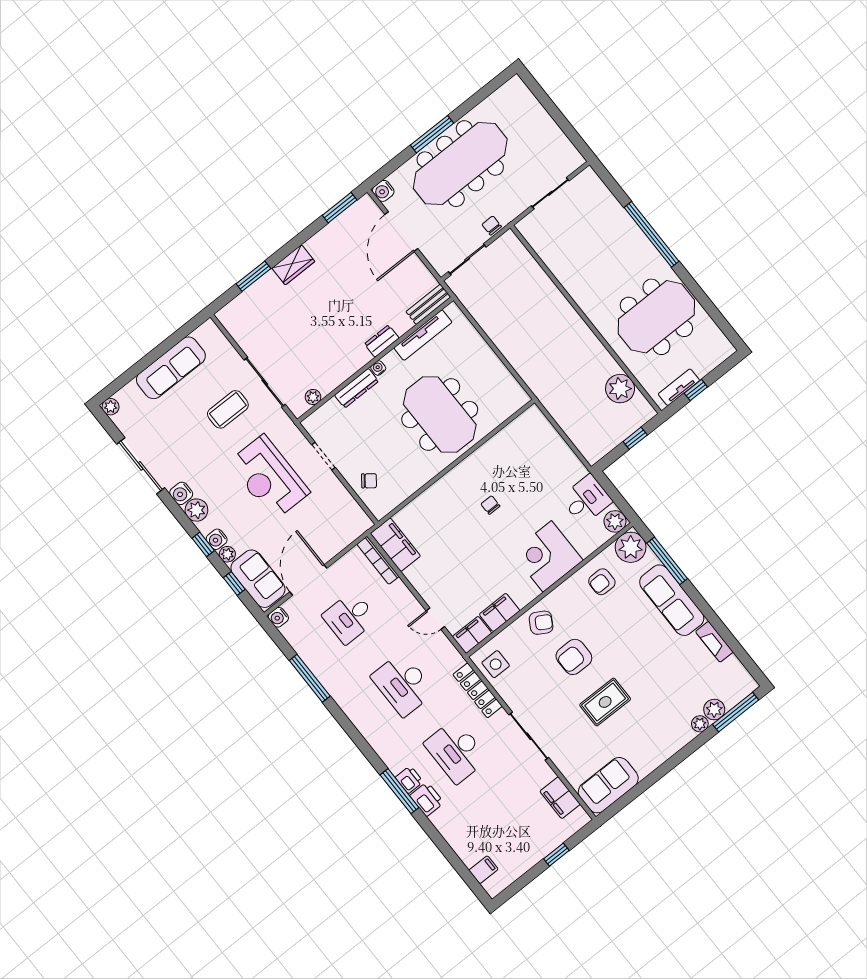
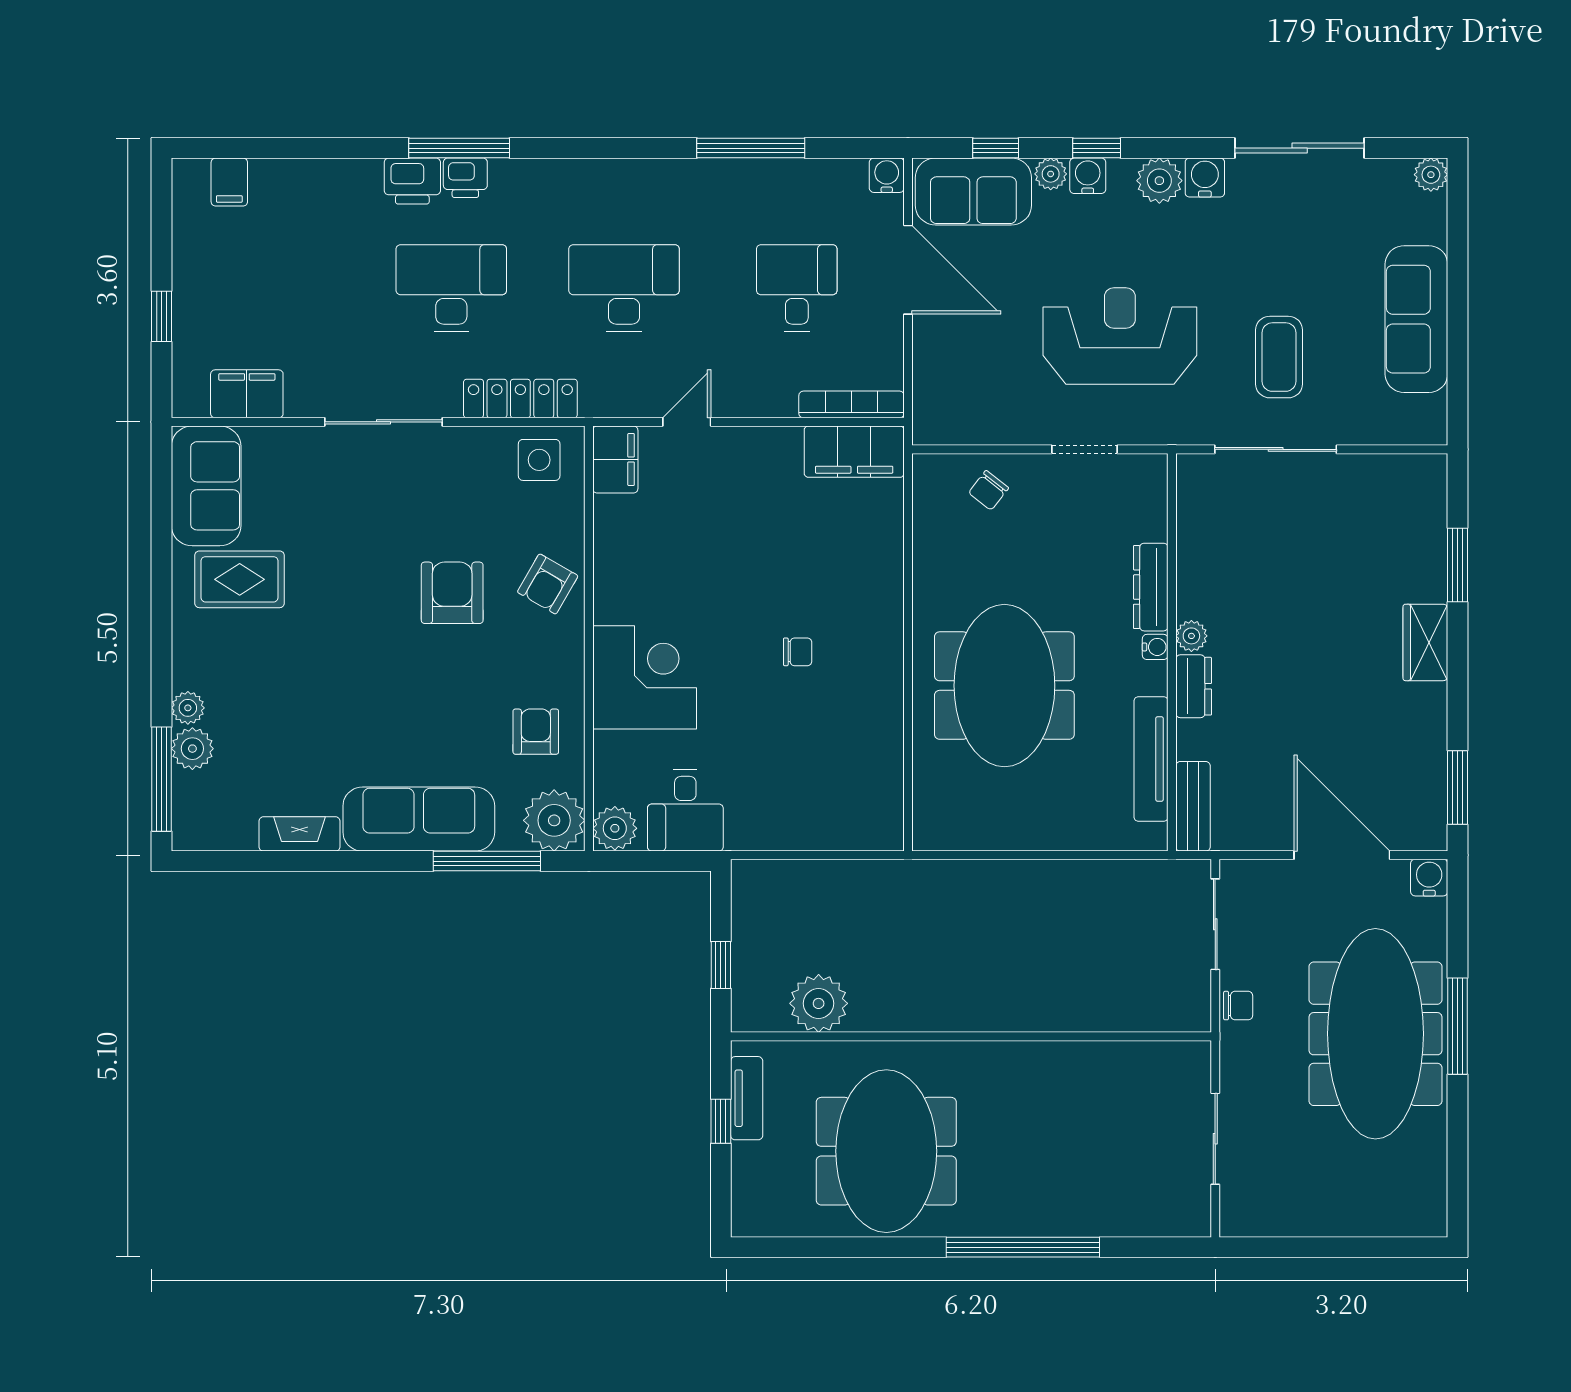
plant: (313, 397) -> (1191, 636), moved
meeting table: (440, 415) -> (1004, 686), turned 90
filing cabinet: (500, 612) -> (616, 531), removed
rug: (605, 702) -> (240, 579), moved, turned 90

